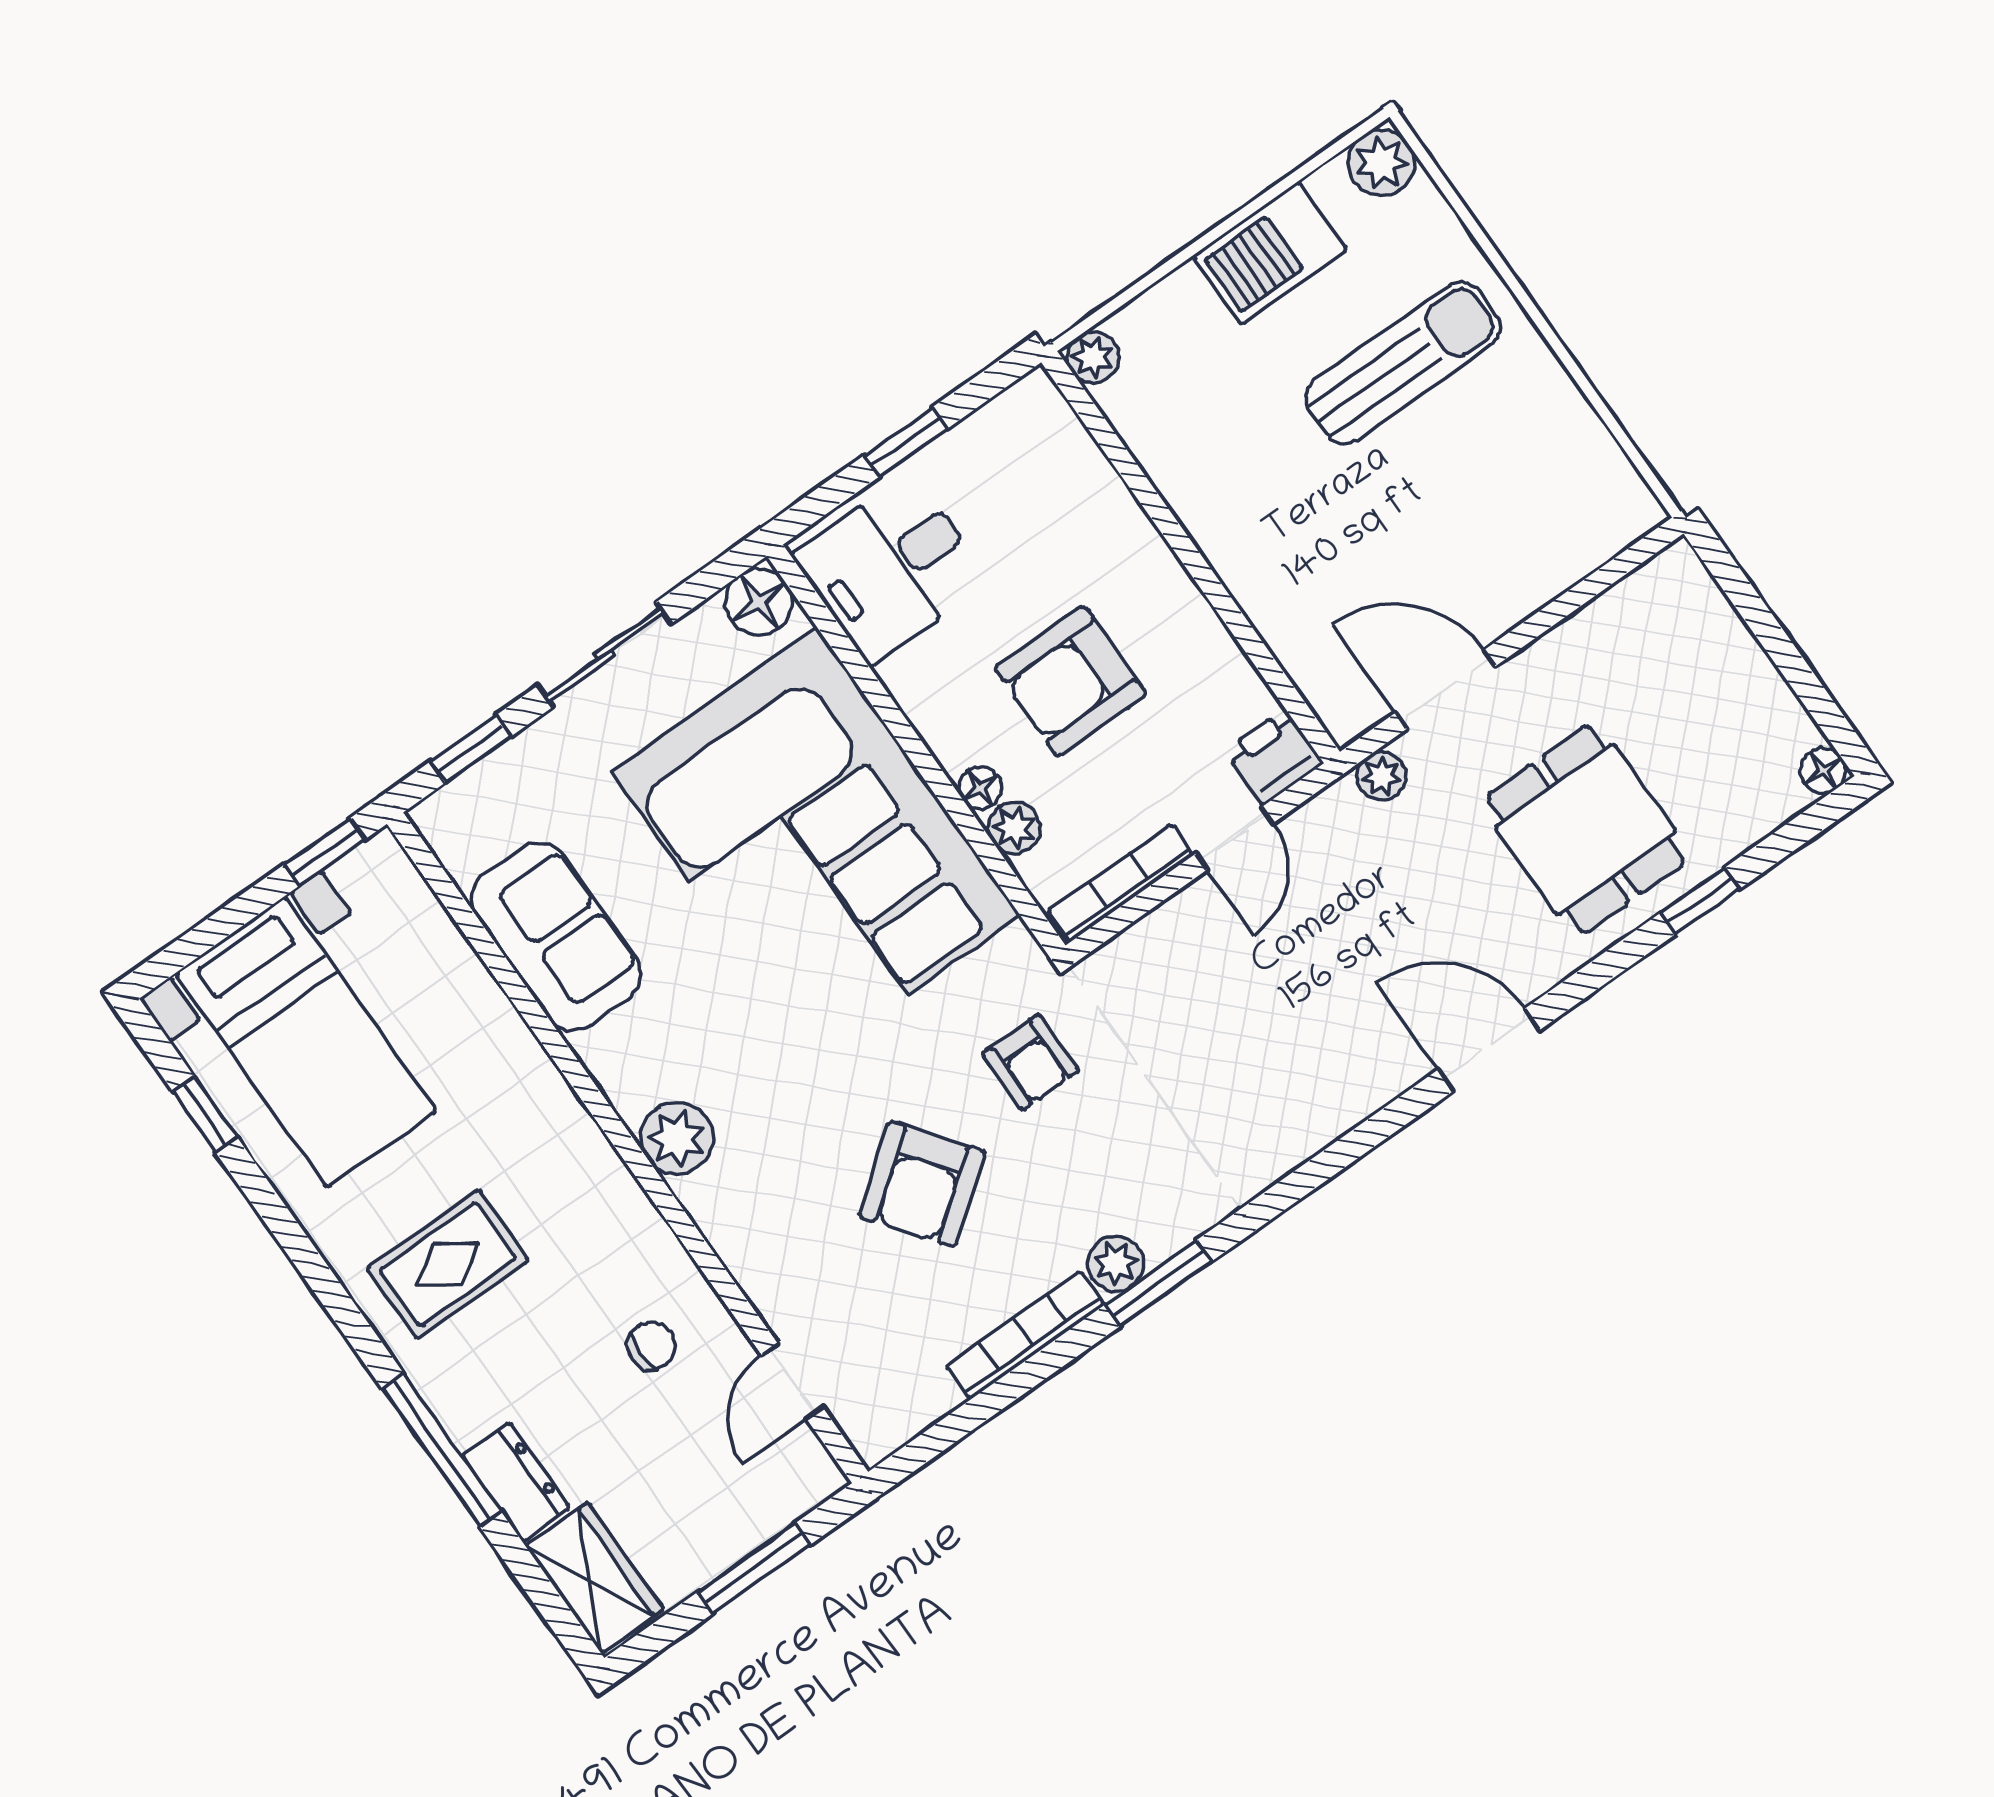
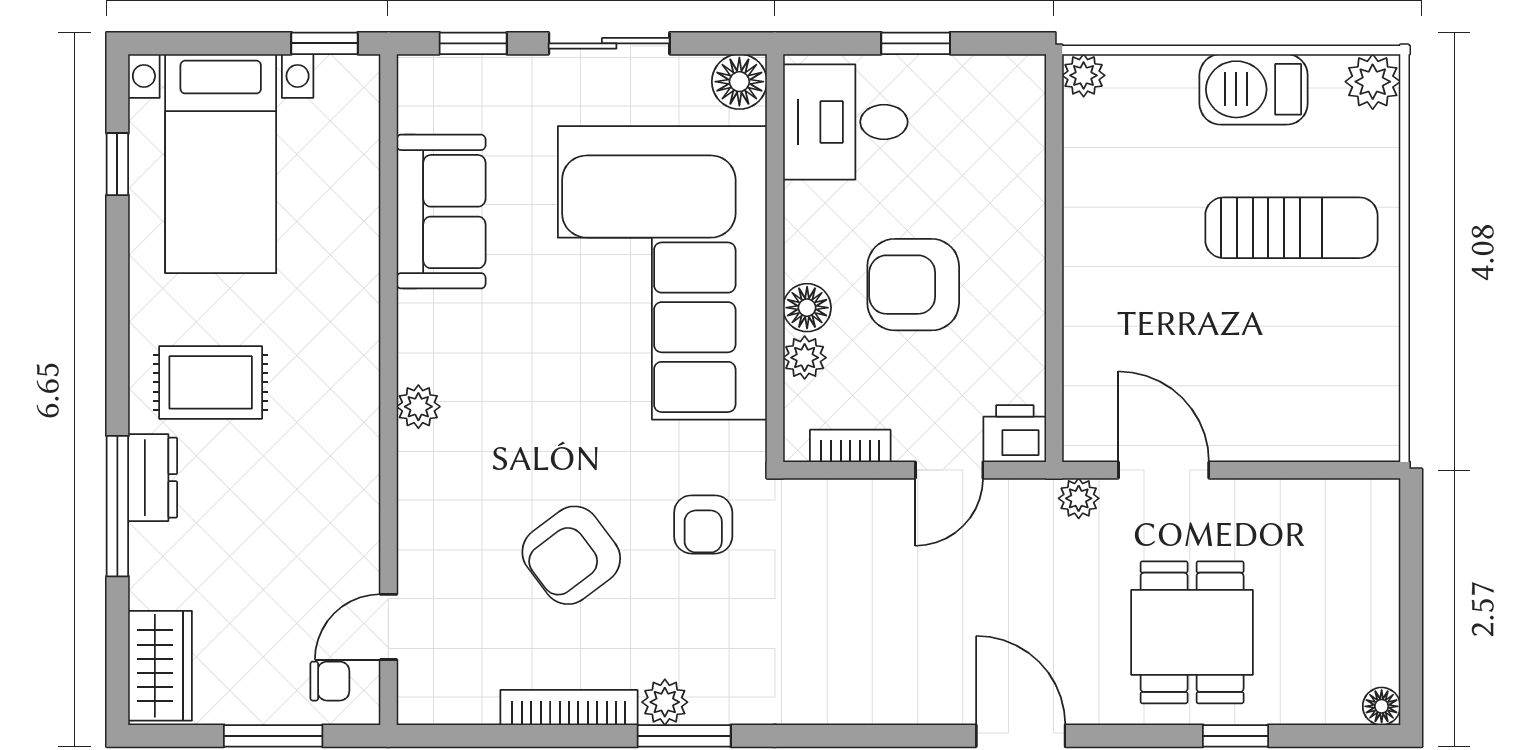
floor lamp: (980, 788) -> (807, 308), width x1.37, depth x1.37
bookcase: (1120, 883) -> (850, 446), width x0.64
plant: (677, 1138) -> (418, 407), width x0.73, depth x0.73
chair: (652, 1345) -> (330, 681), moved
dresser: (516, 1482) -> (153, 478), moved

